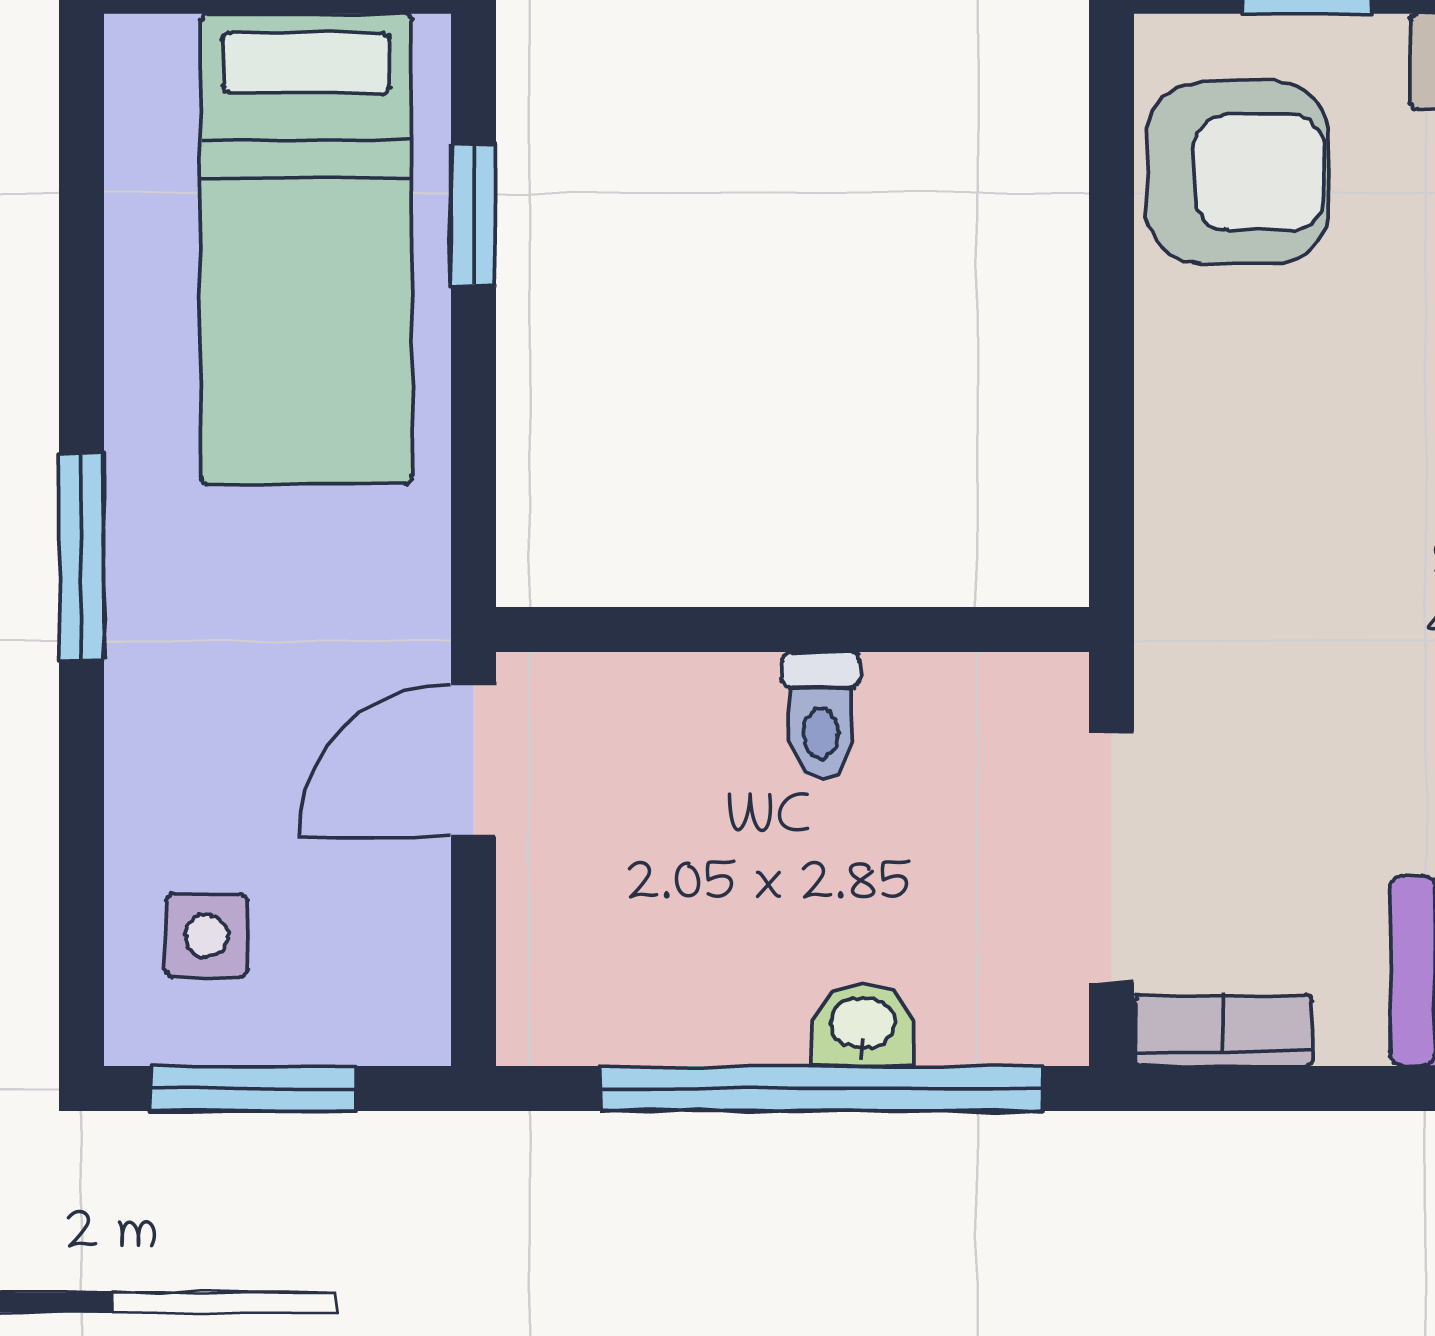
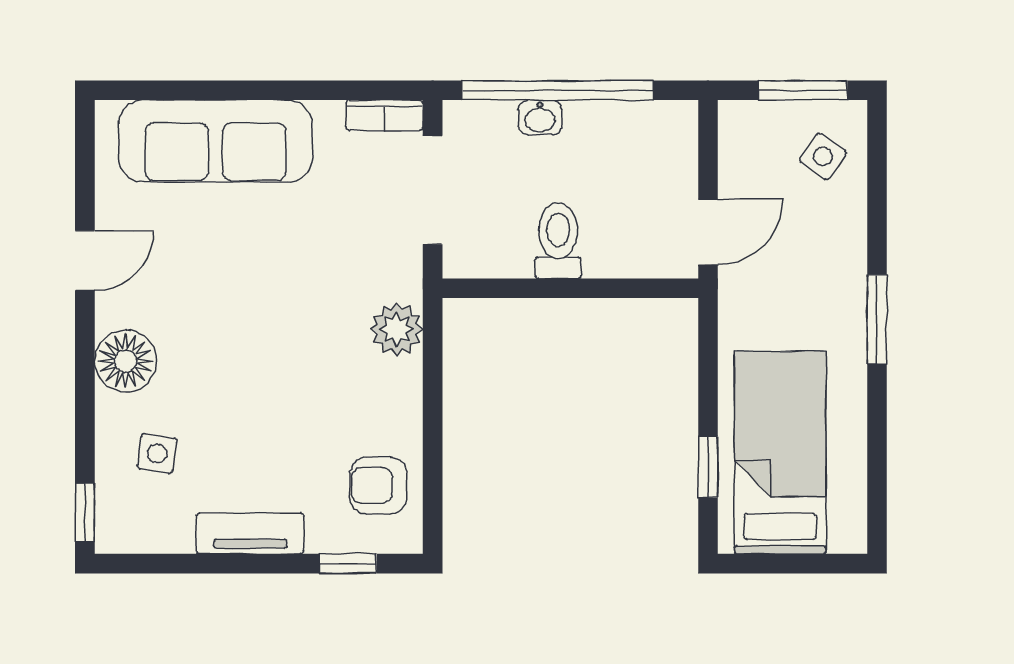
armchair: (1237, 172) -> (378, 486), width x0.72, depth x0.72
plant: (1195, 534) -> (396, 329), added
toilet: (821, 715) -> (558, 241), width x1.37, depth x1.39
side table: (207, 935) -> (823, 156), turned 34

